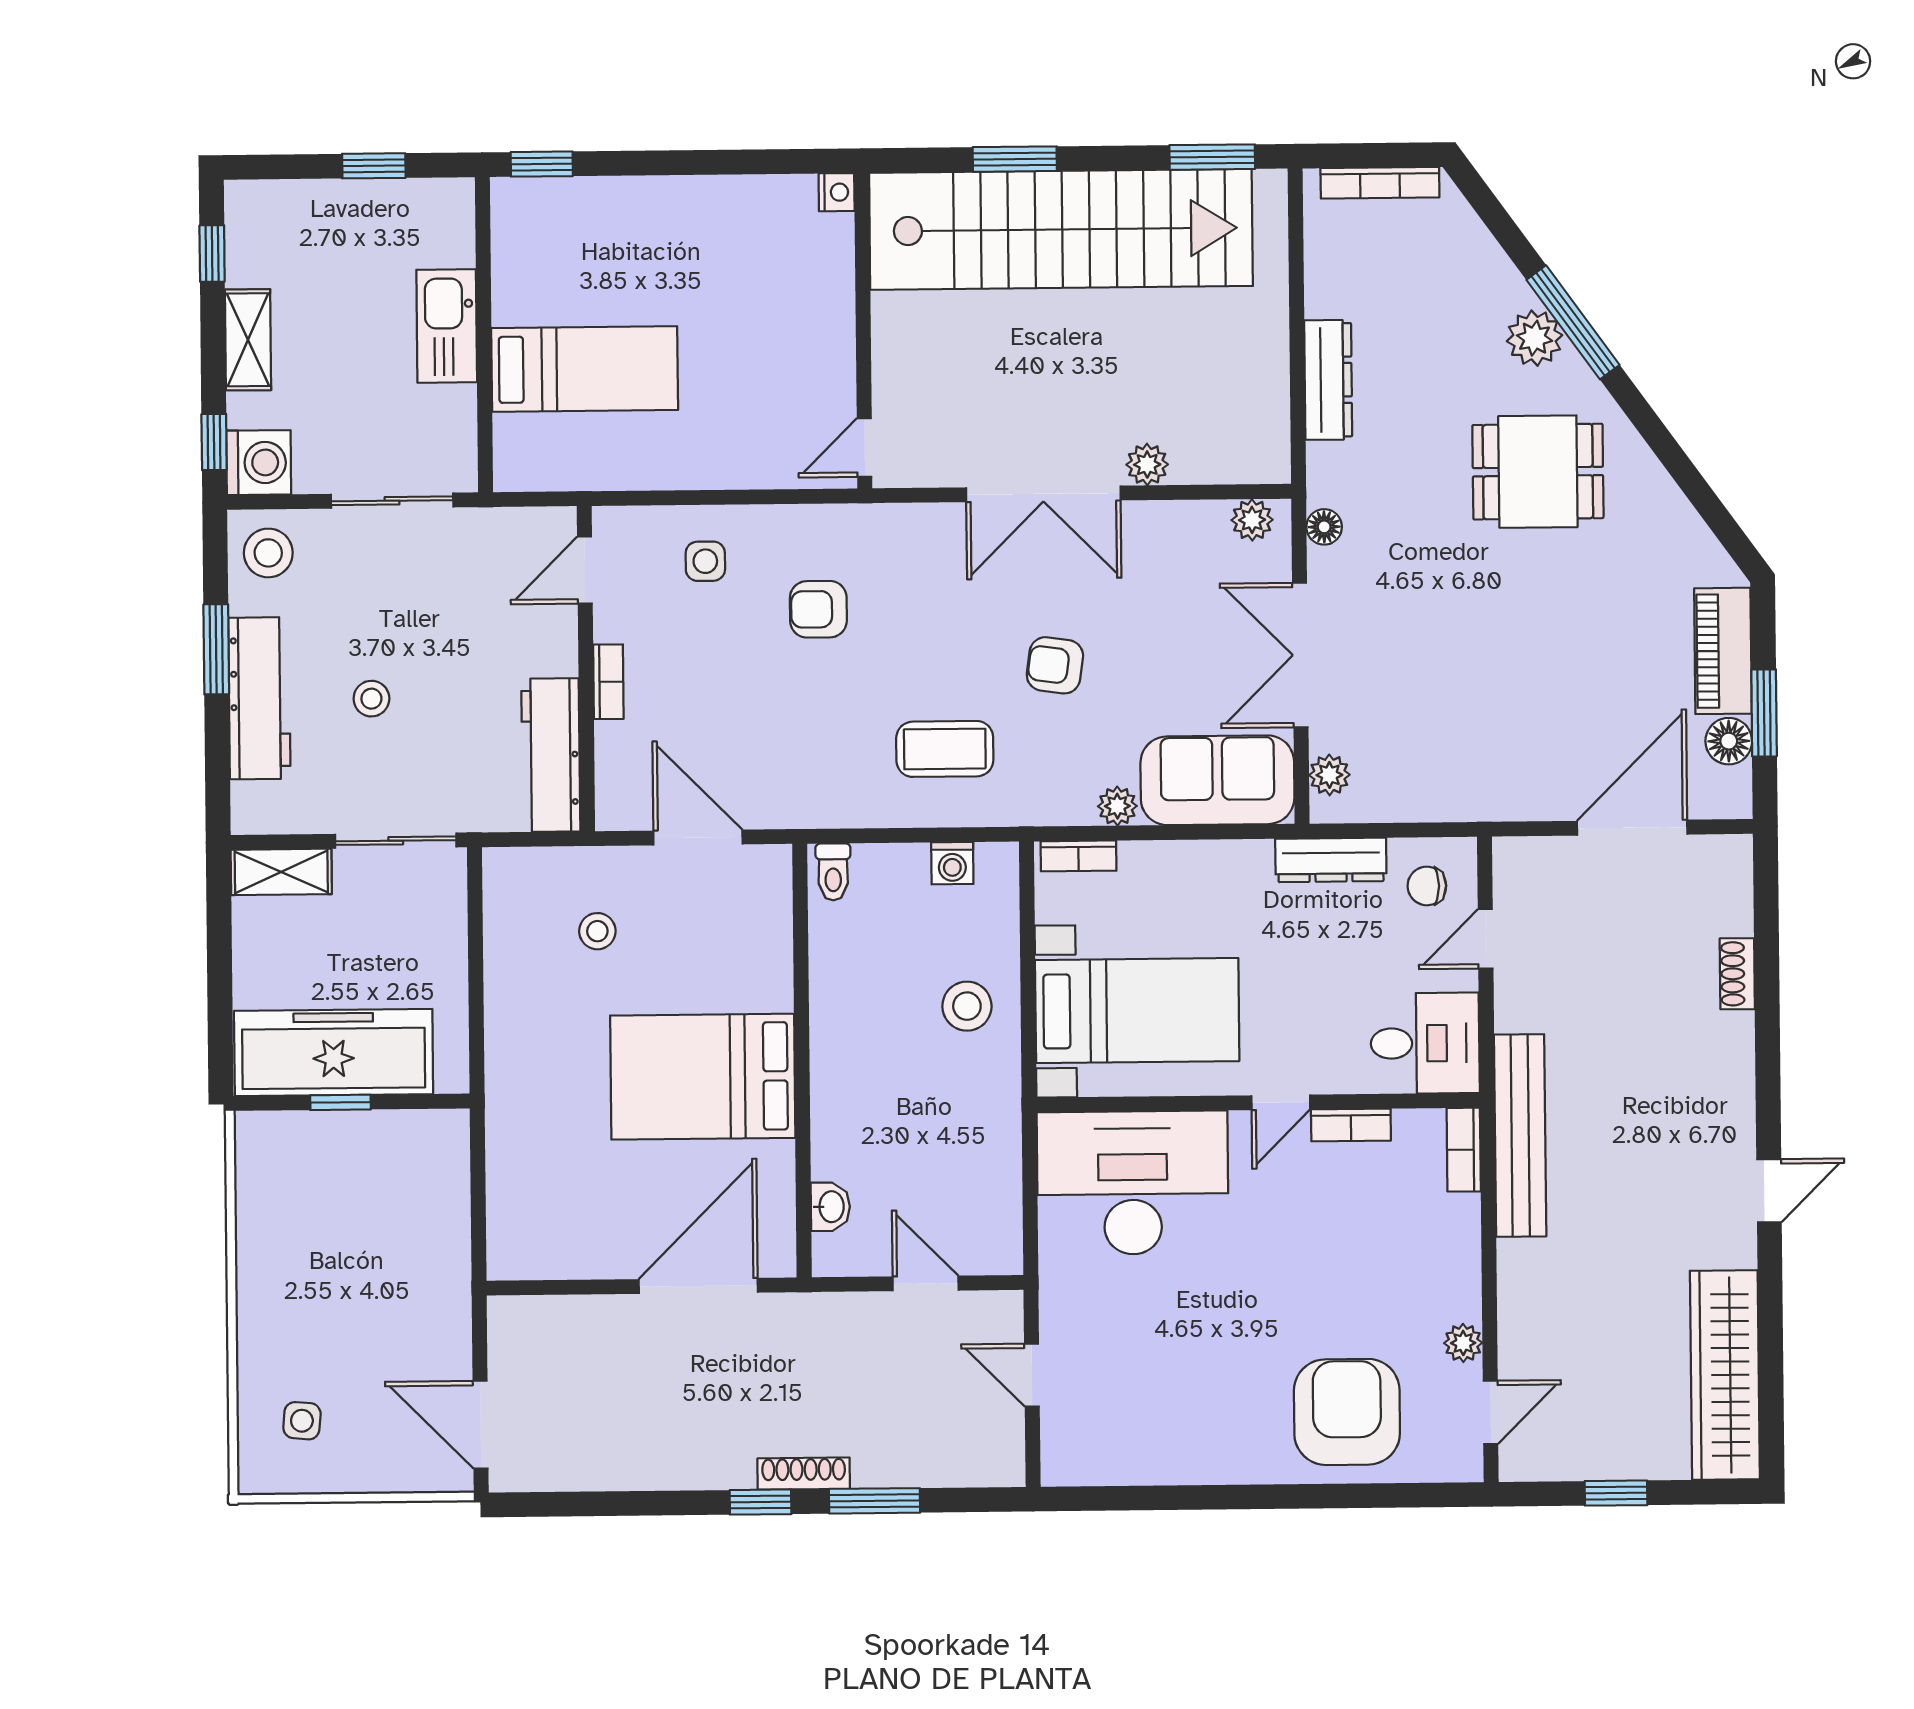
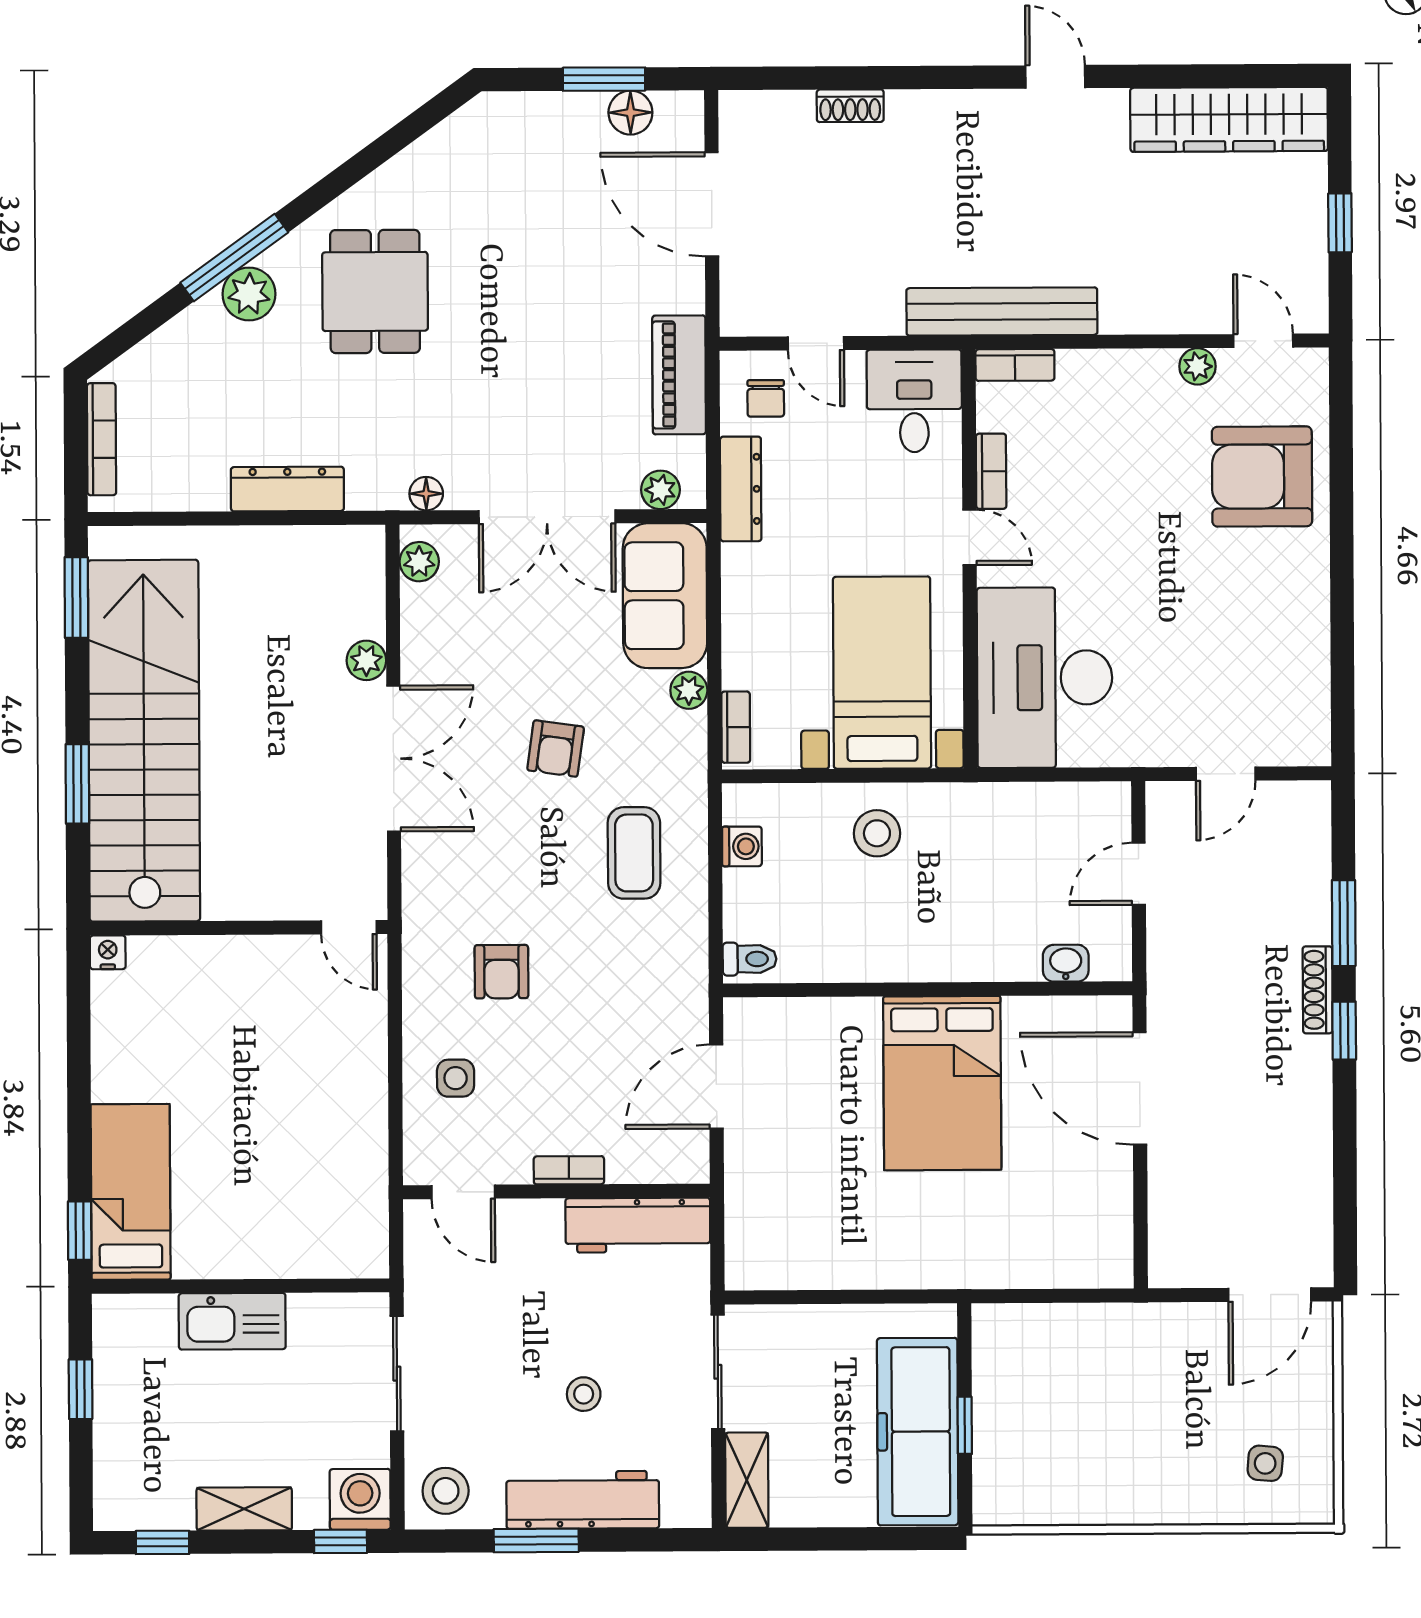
bed: (585, 369) -> (131, 1192), moved
piano: (1723, 651) -> (679, 375), moved, turned 90
stool: (597, 931) -> (804, 1182), removed

